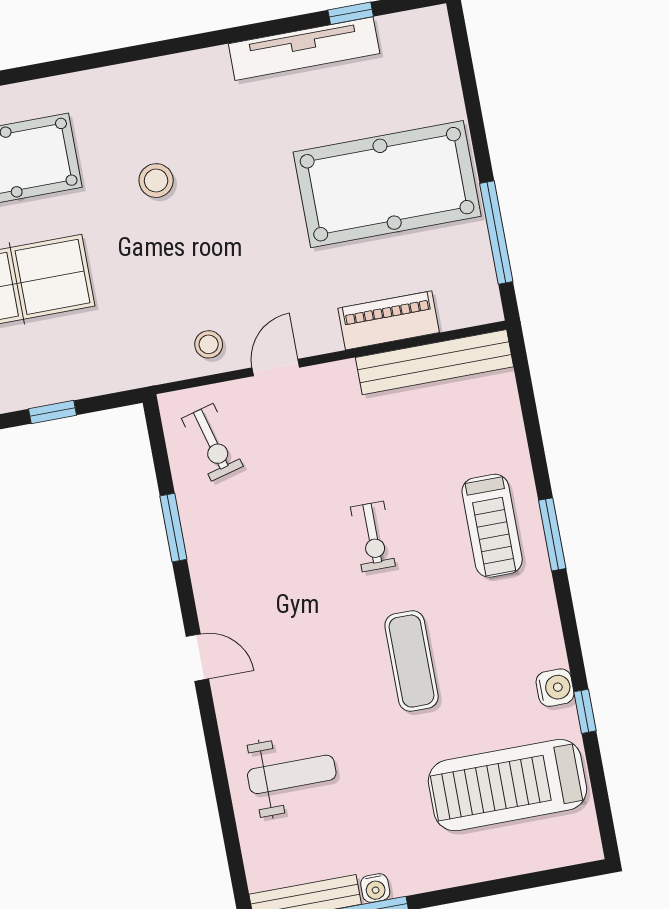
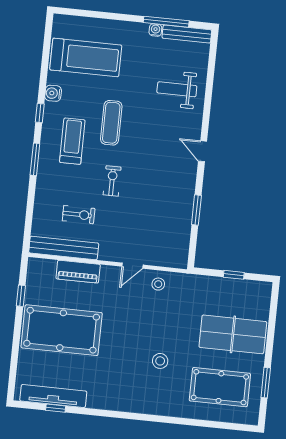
tv unit: (304, 49) -> (53, 396), moved
window: (496, 232) -> (21, 296), width x0.46
exercise bike: (212, 442) -> (79, 215), moved, turned 105
treadmill: (492, 526) -> (72, 141), moved
window: (585, 711) -> (40, 113), moved

